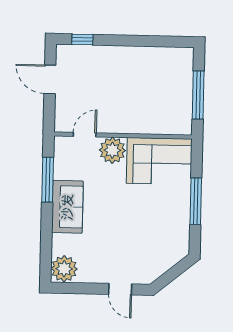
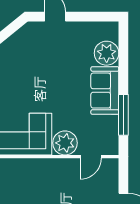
plant: (64, 269) -> (107, 53), moved

